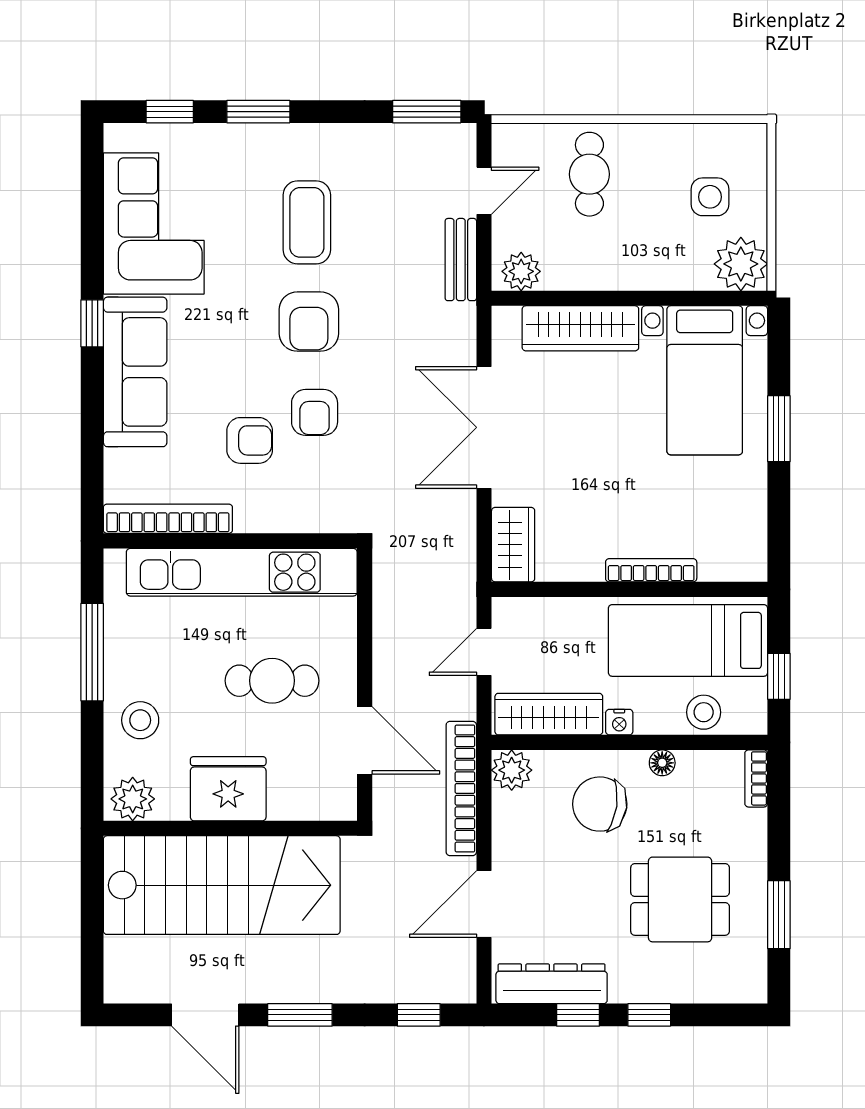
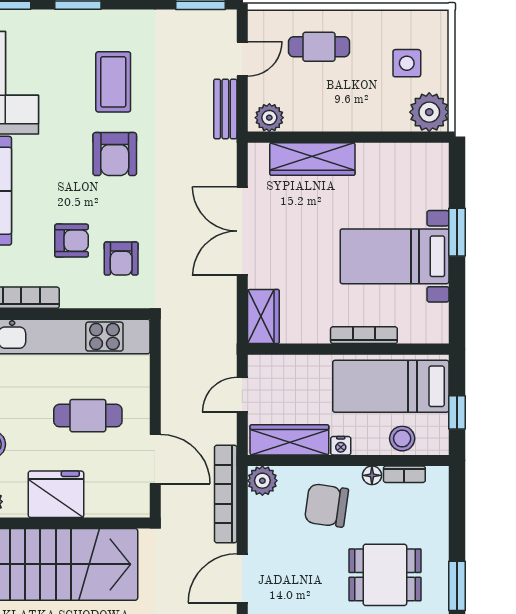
cafe table: (589, 174) -> (319, 47), turned 90
bed with nightstands: (705, 380) -> (395, 256), moved, turned 90
armchair: (315, 412) -> (121, 259), moved
bookcase: (756, 778) -> (404, 474), moved, turned -90

